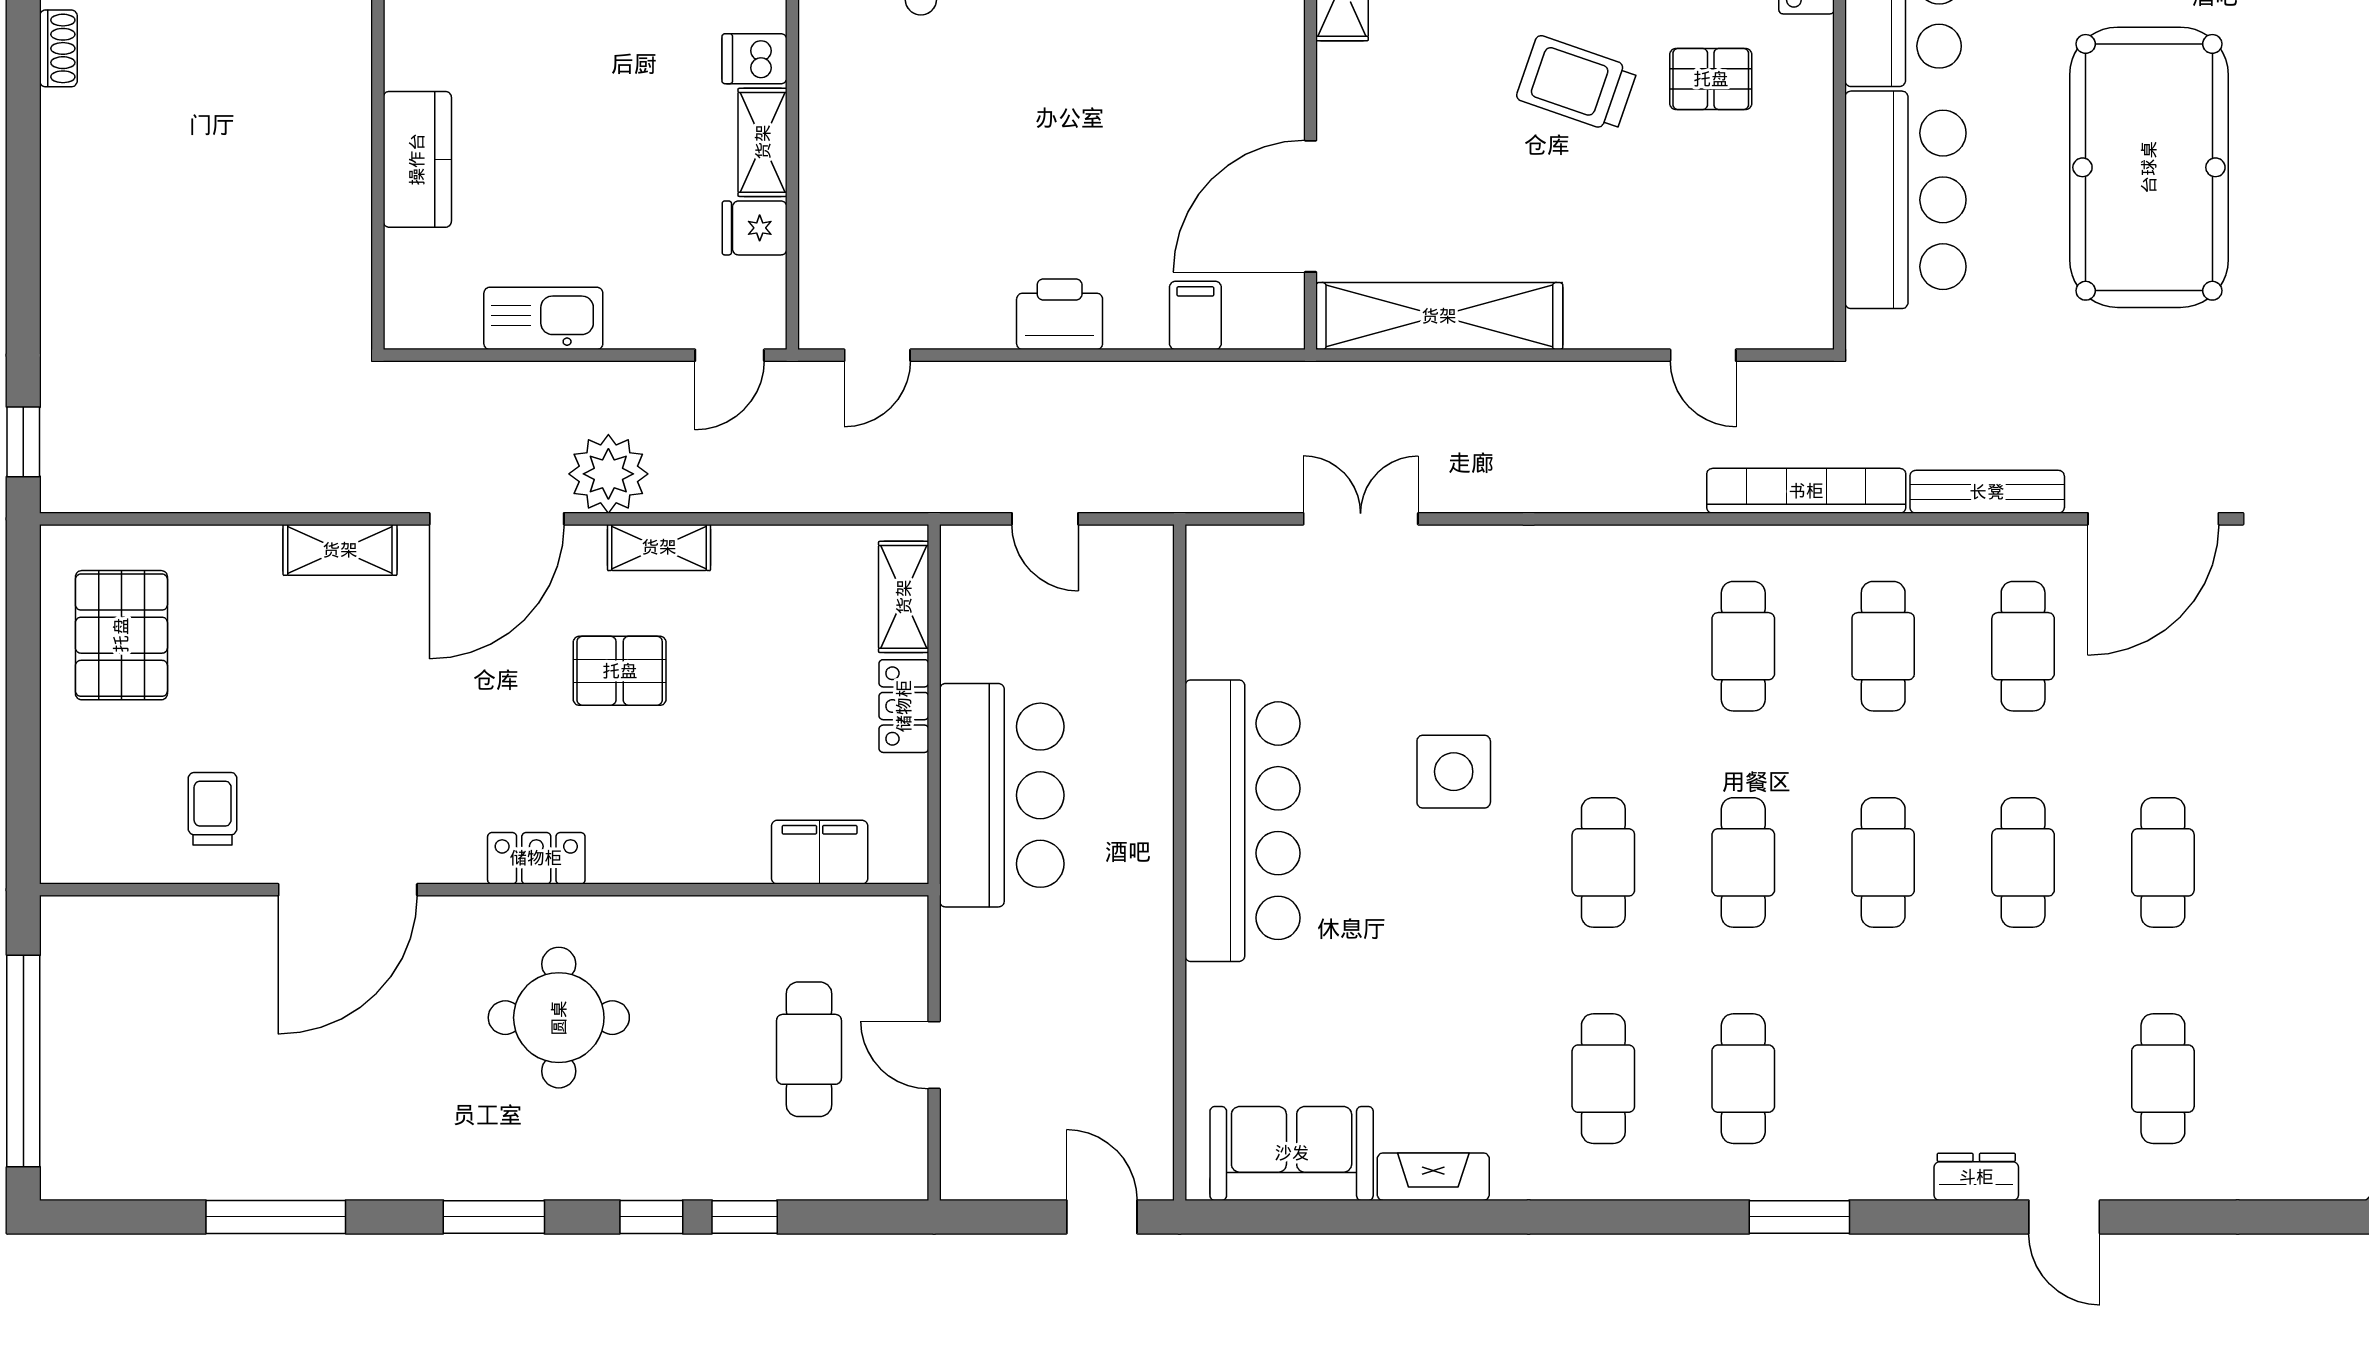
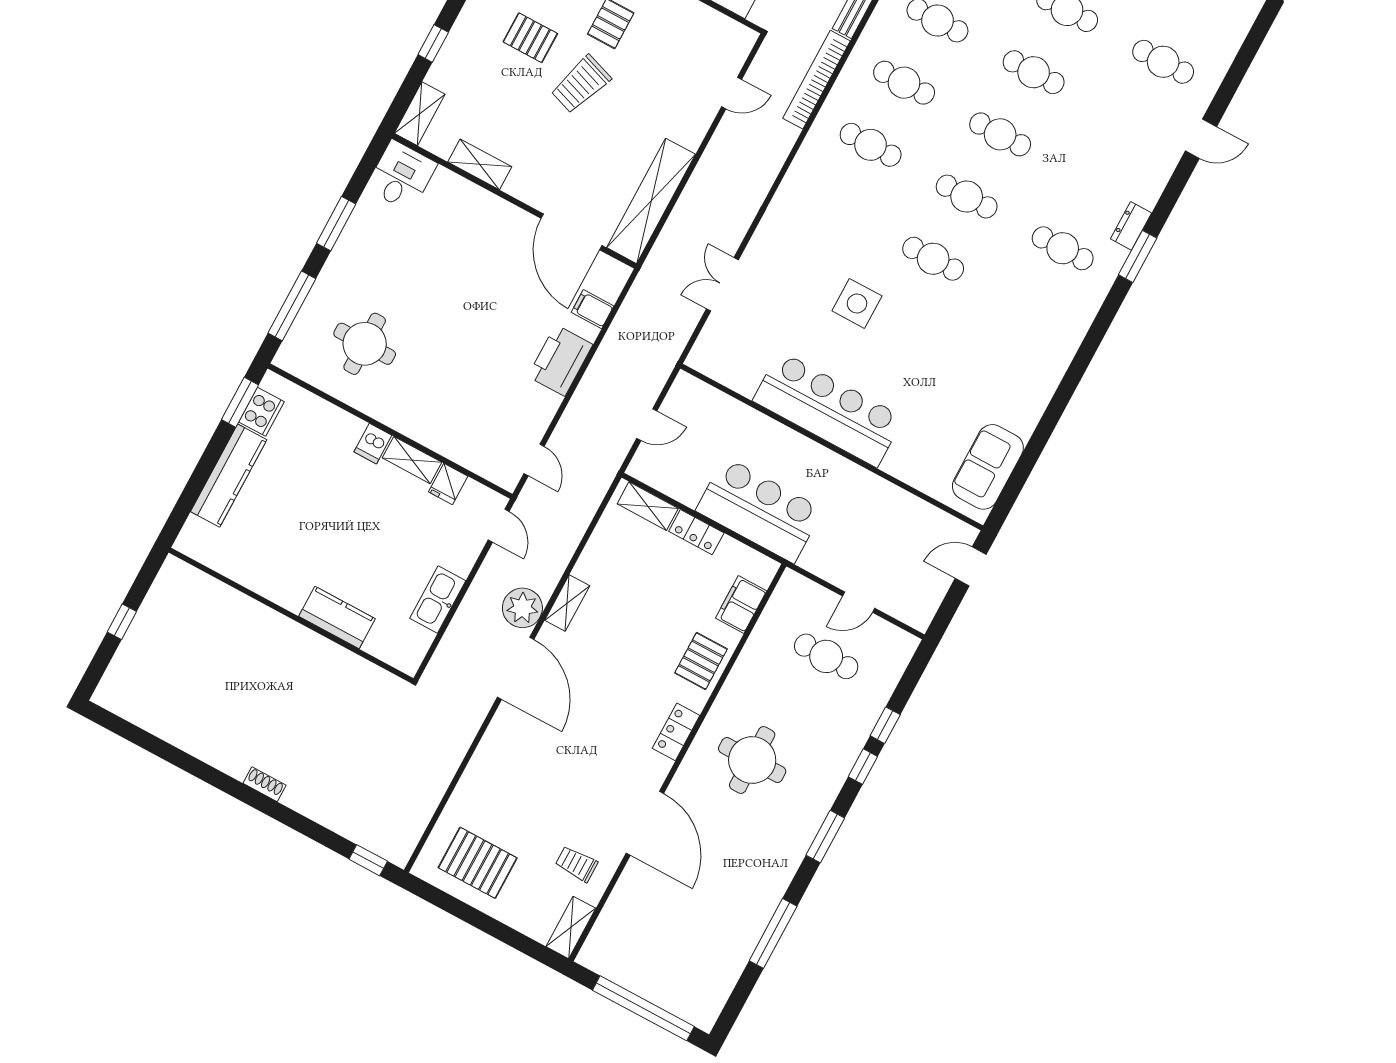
shoe rack: (58, 48) -> (264, 784), moved
printer: (1060, 314) -> (560, 360), width x1.37, depth x1.19
shelving: (340, 550) -> (571, 927), moved
pallet: (620, 671) -> (701, 661), moved
cafe table: (1603, 1079) -> (1029, 310), removed
fireplace: (1433, 1177) -> (1032, 409), removed
dresser: (1976, 1177) -> (1131, 226), moved

